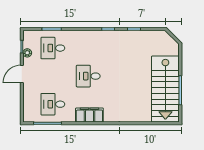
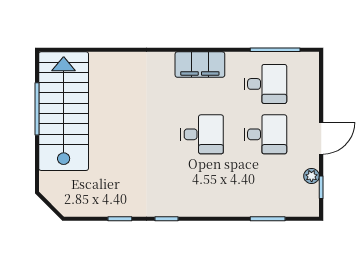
desk: (53, 48) -> (265, 134), moved

